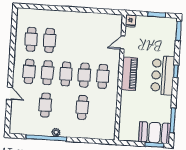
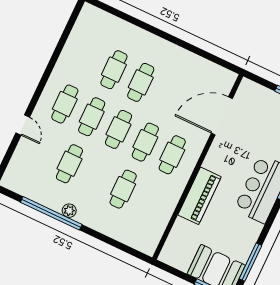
fridge: (131, 21) -> (246, 88), removed
cafe table: (31, 39) -> (141, 82), moved
door: (123, 42) -> (222, 116), width x1.87
piano: (129, 74) -> (200, 196), moved

